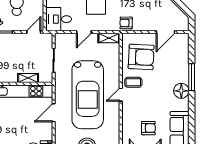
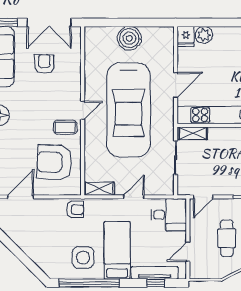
shelving: (28, 78) -> (193, 133), moved
car: (88, 95) -> (128, 110), turned 180
armchair: (148, 128) -> (44, 64), turned 90

